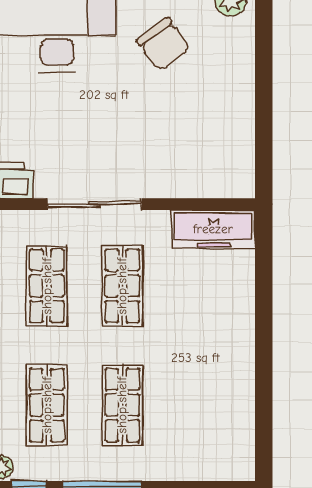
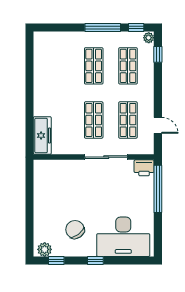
freezer: (213, 229) -> (42, 136), moved, turned 90

